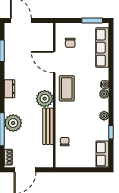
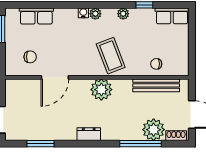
row of seats: (102, 48) -> (36, 16), width x0.68
coffee table: (67, 88) -> (111, 56), moved, turned 69
plant: (13, 123) -> (154, 130), moved
bench: (48, 126) -> (156, 85), moved

